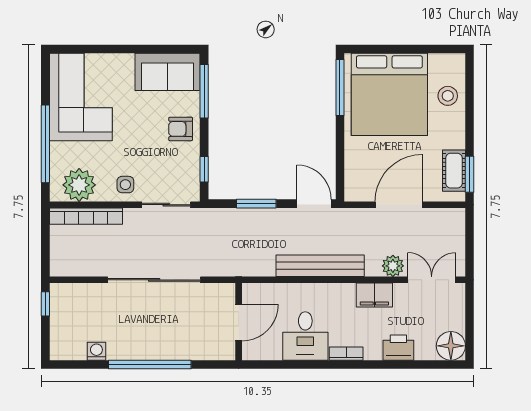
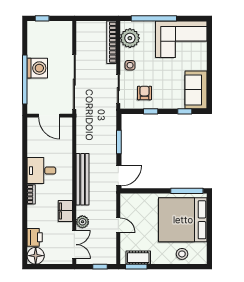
window: (204, 91) -> (185, 111), width x0.46
armchair: (181, 129) -> (144, 93), moved
window: (204, 169) -> (151, 111), moved
door: (399, 205) -> (118, 225), width x0.53
window: (469, 236) -> (100, 267), added
window: (45, 304) -> (42, 18), moved
wall: (239, 322) -> (50, 116), moved
door: (239, 323) -> (49, 116), moved
printer: (398, 348) -> (35, 237), moved
washing machine: (96, 351) -> (37, 68), moved, width x1.89, depth x1.89

